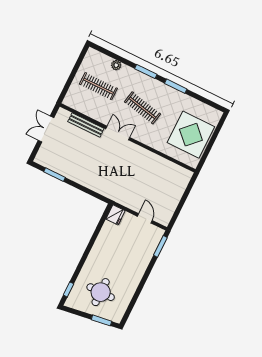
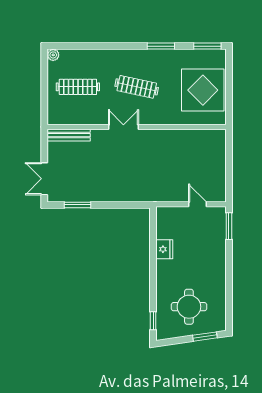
plant: (116, 65) -> (53, 55), moved
window: (146, 71) -> (207, 46), moved
bench: (86, 125) -> (69, 135), moved
double door: (46, 129) -> (44, 179), moved
fridge: (115, 215) -> (164, 249), moved

